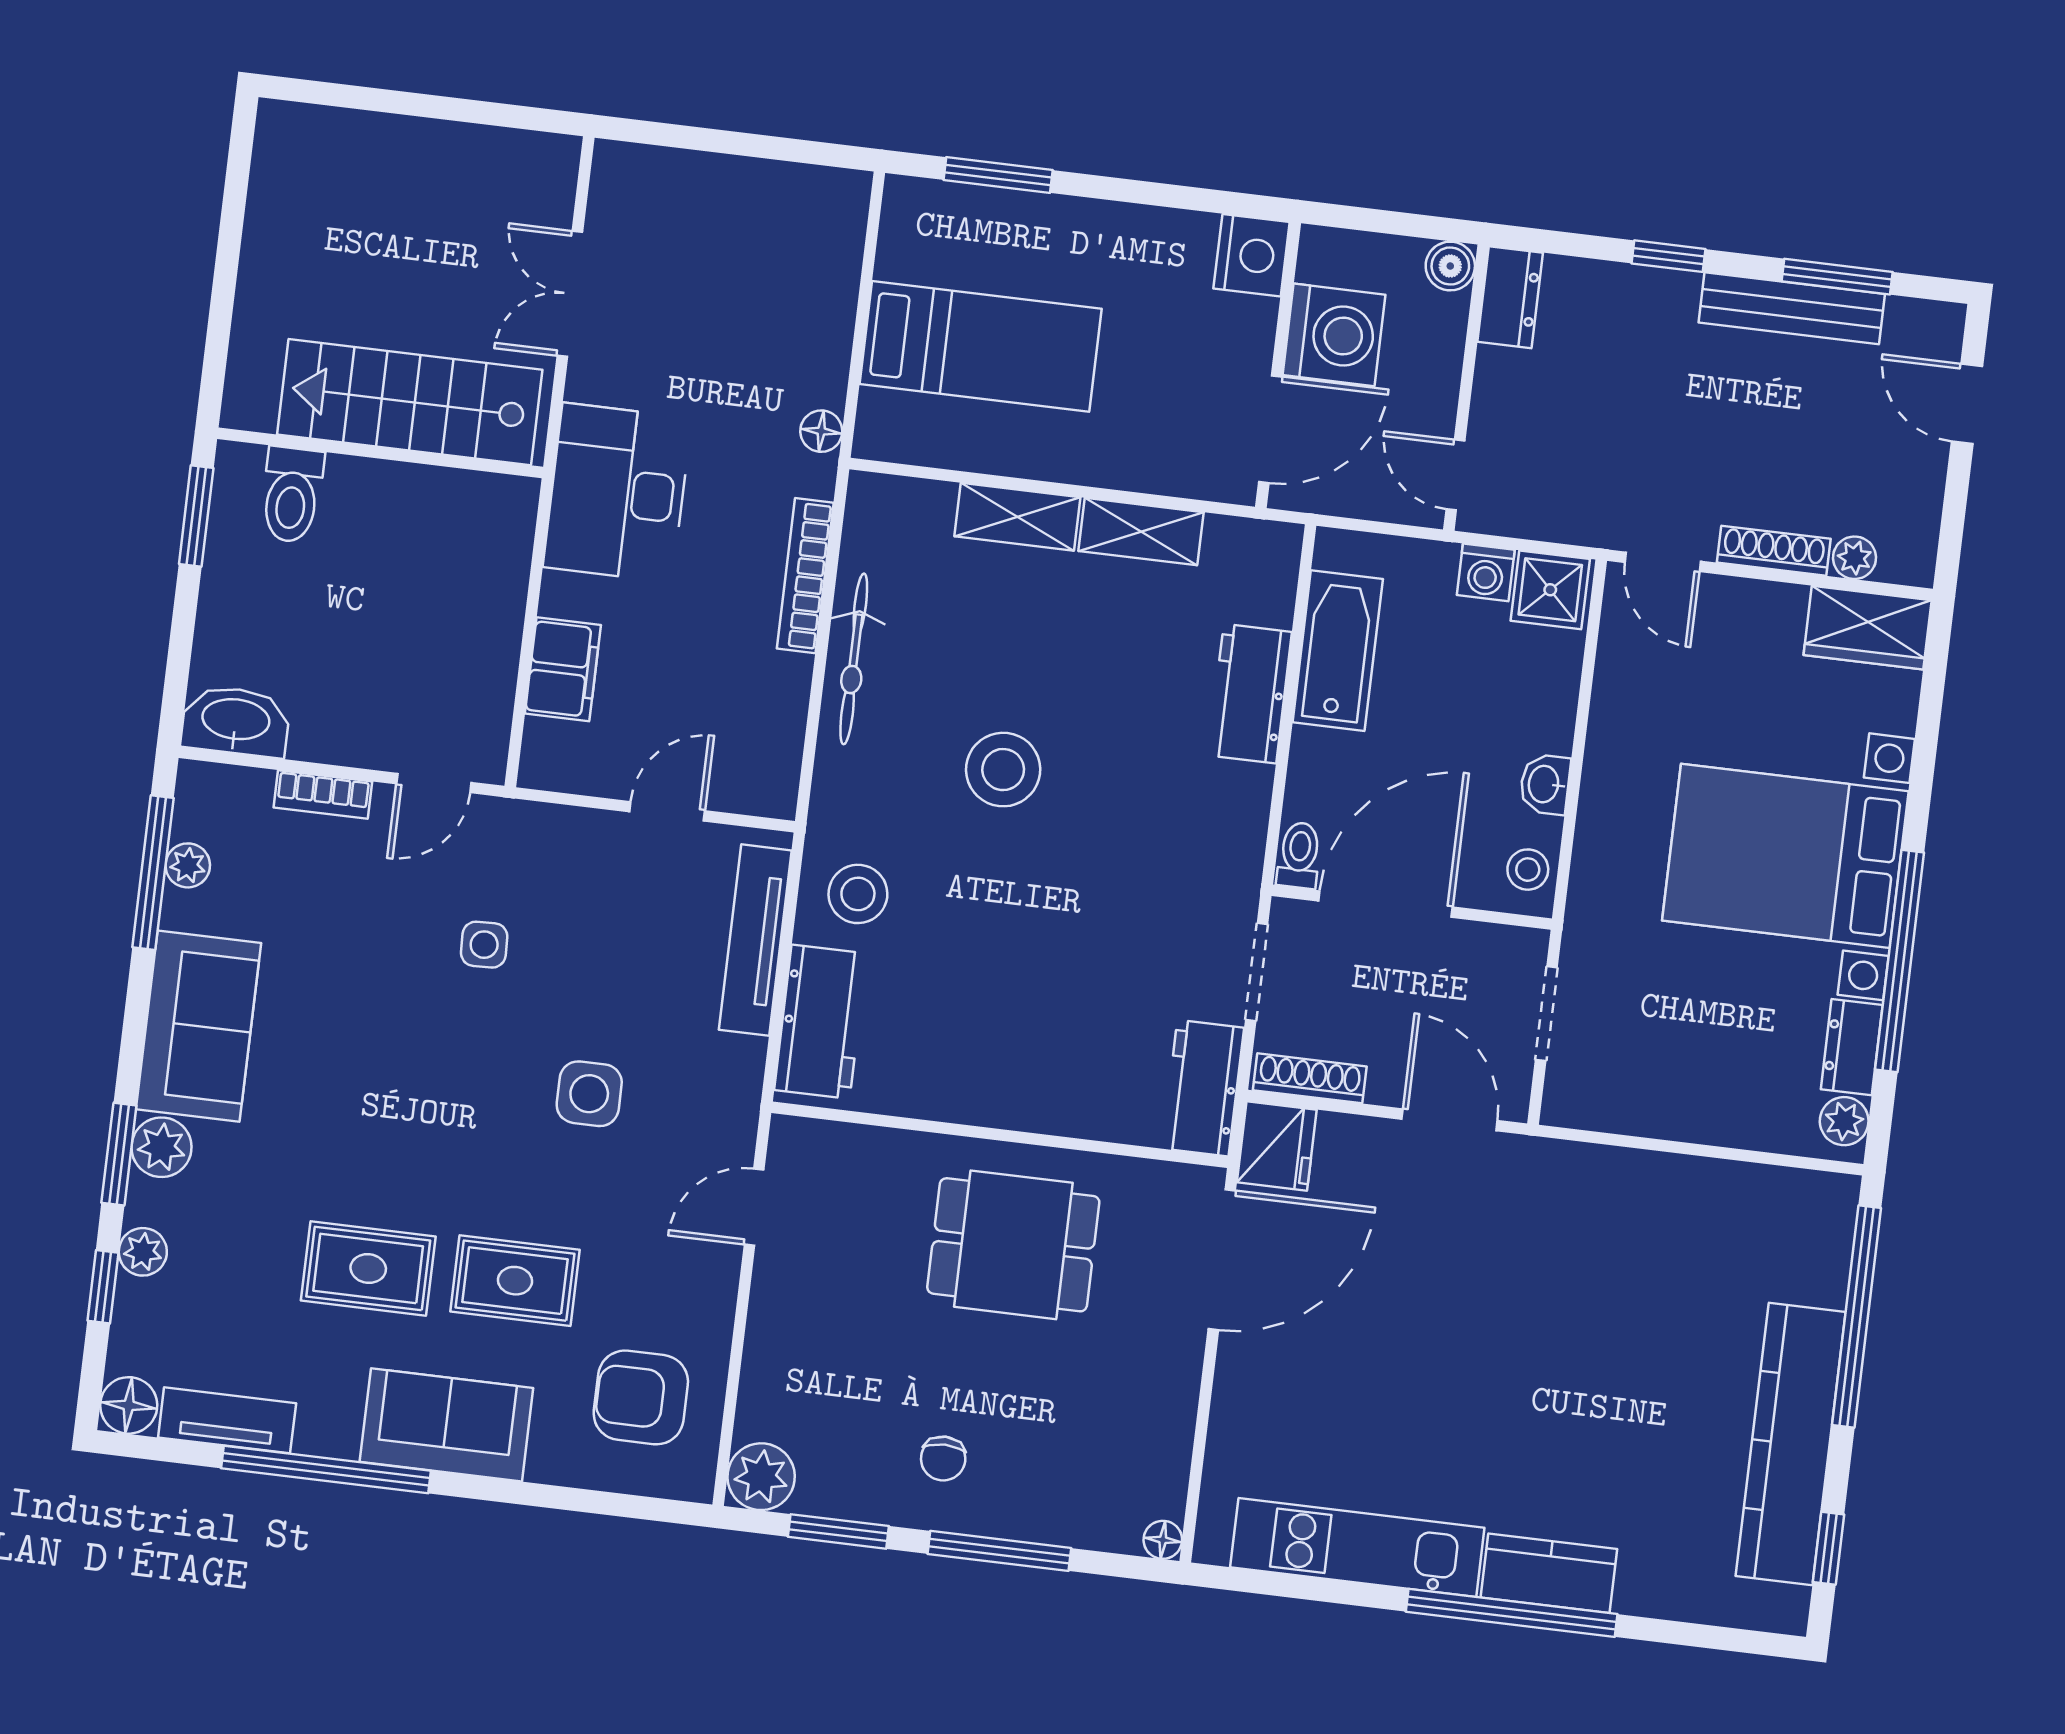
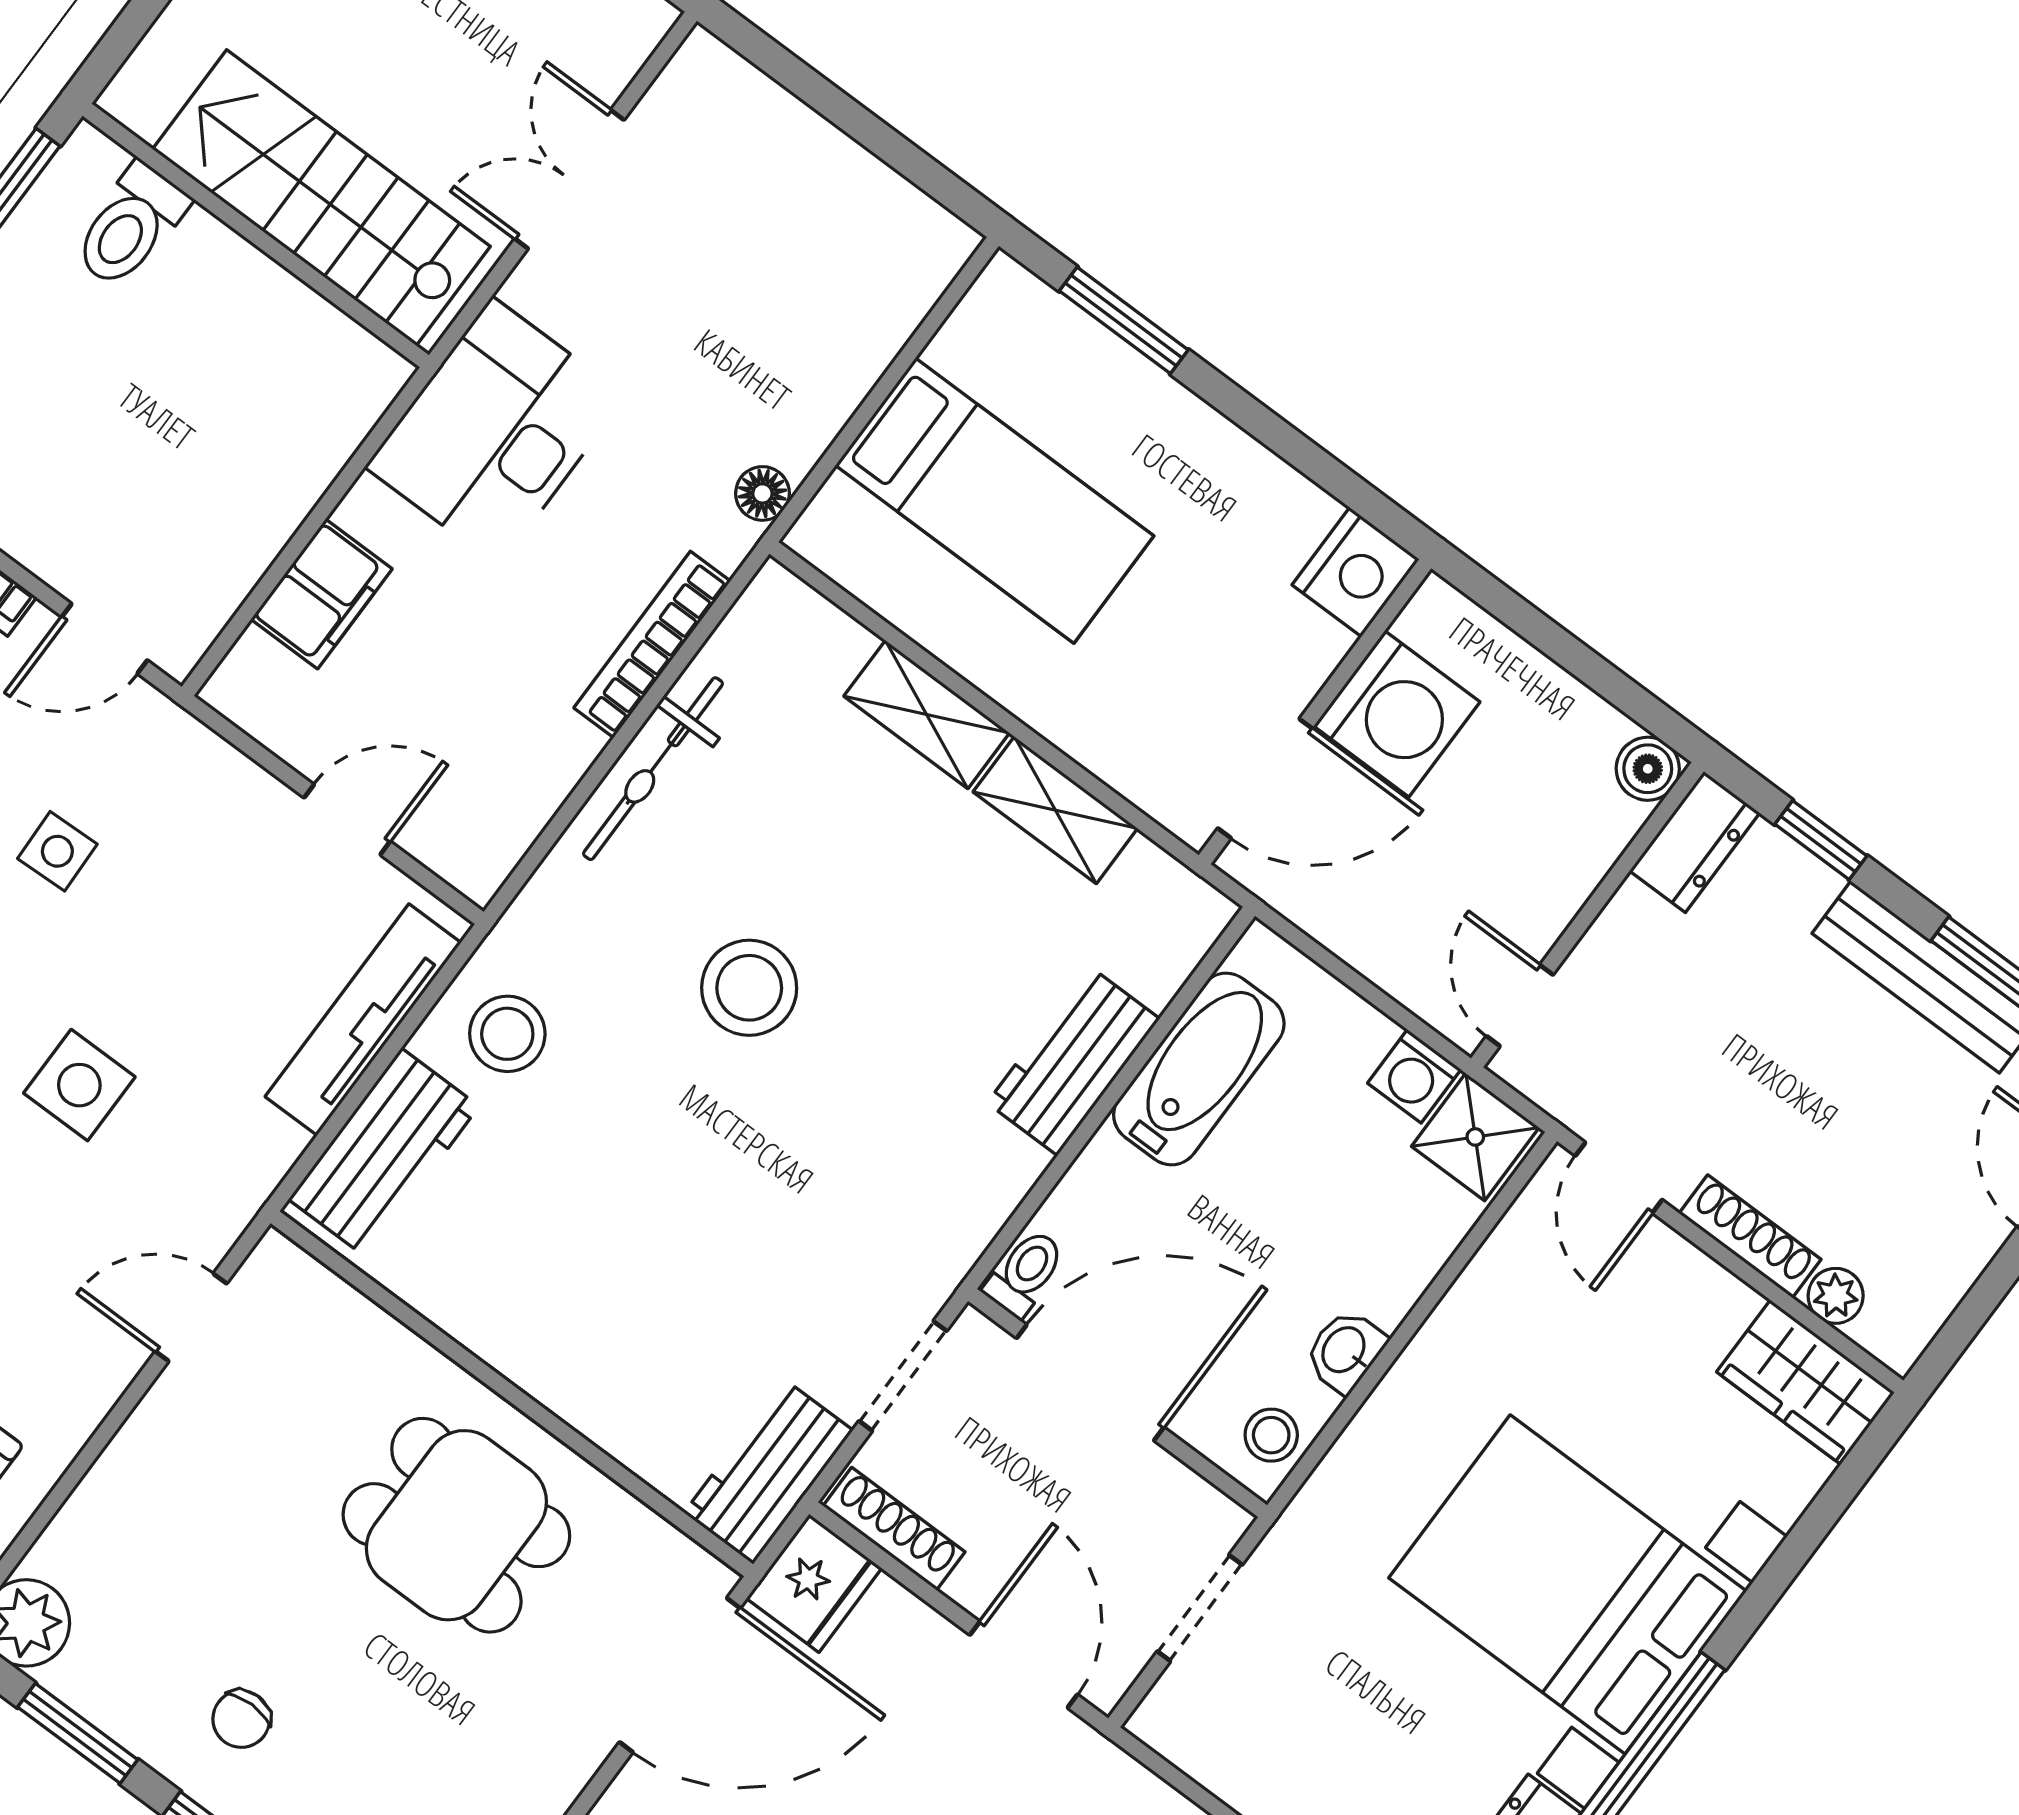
boiler: (1450, 266) -> (1648, 769), moved
dresser: (1510, 297) -> (1695, 842), moved
wall: (1466, 388) -> (1587, 915), moved
door: (1455, 475) -> (1520, 1005), moved

